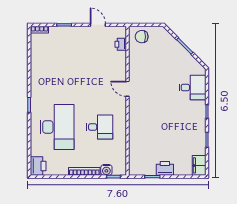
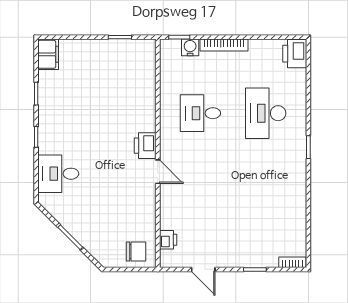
desk: (57, 127) -> (266, 113), width x0.73, depth x0.77
printer: (165, 168) -> (145, 146), moved, turned 90

